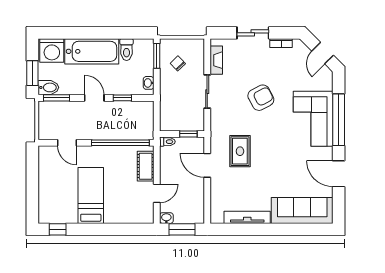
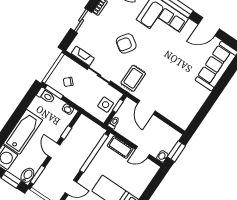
toilet: (127, 50) -> (46, 96), moved
door: (94, 98) -> (54, 151), hinge flipped
armchair: (261, 98) -> (126, 43), turned -118
side table: (181, 120) -> (106, 105), added
rug: (240, 151) -> (133, 78), moved, turned 90
door: (207, 165) -> (146, 107), hinge flipped
door: (157, 193) -> (142, 152), swing flipped
tv unit: (247, 217) -> (197, 104), removed

